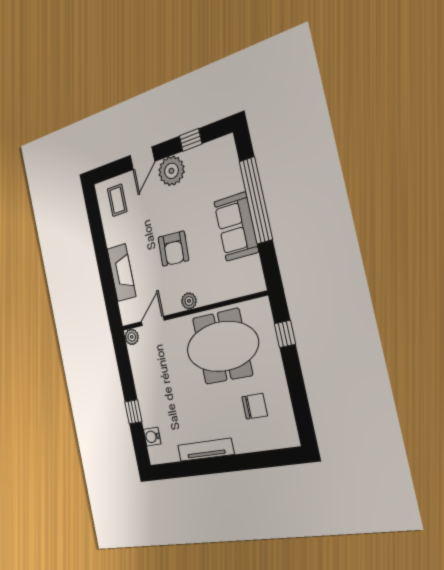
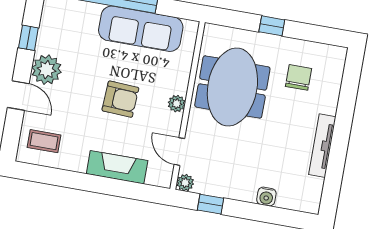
sofa: (236, 227) -> (141, 29), width x1.36
window: (285, 334) -> (272, 26), moved
window: (133, 412) -> (210, 204), moved
water cooler: (152, 437) -> (266, 197), moved

